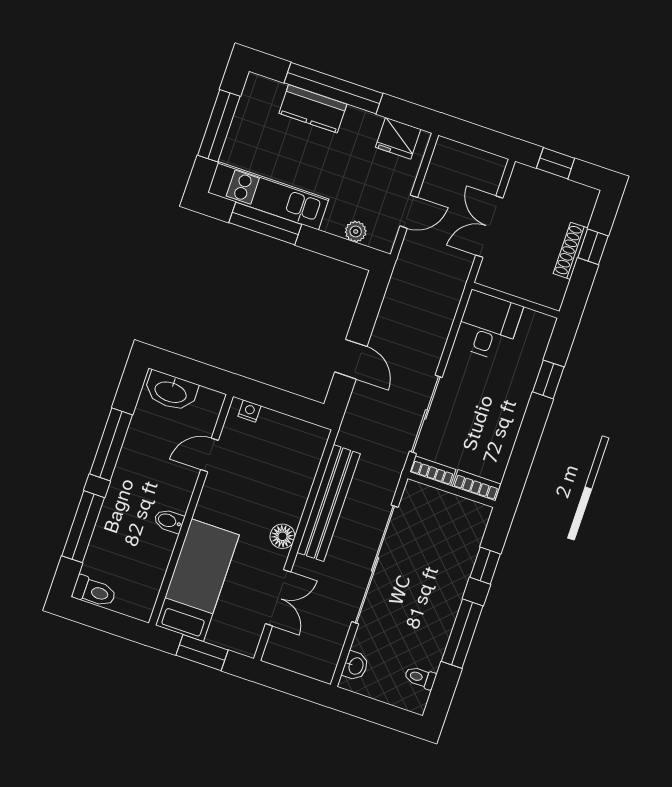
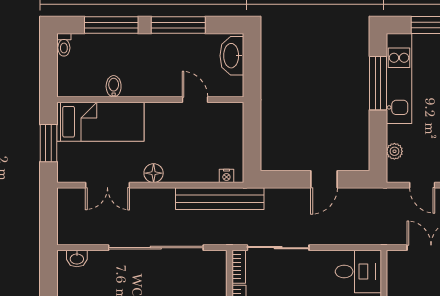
door: (351, 359) -> (324, 179), moved
nightstand: (249, 411) -> (226, 176), moved, turned 90
bench: (329, 503) -> (220, 199), moved
bidet: (169, 521) -> (114, 86), moved
toilet: (94, 592) -> (64, 45), width x0.73, depth x0.72

